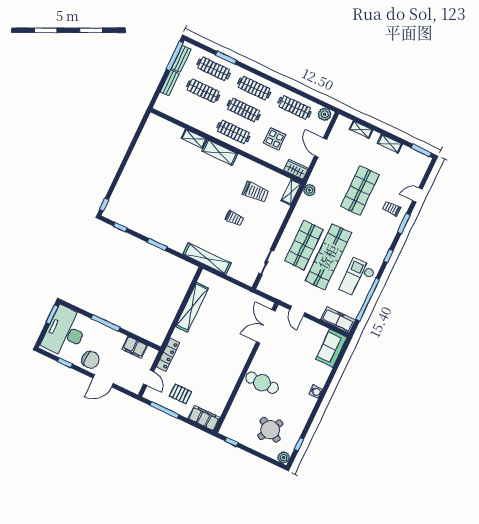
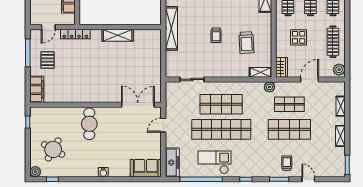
shop shelf: (335, 179) -> (289, 104), added
shelving: (192, 307) -> (118, 35), width x0.68

